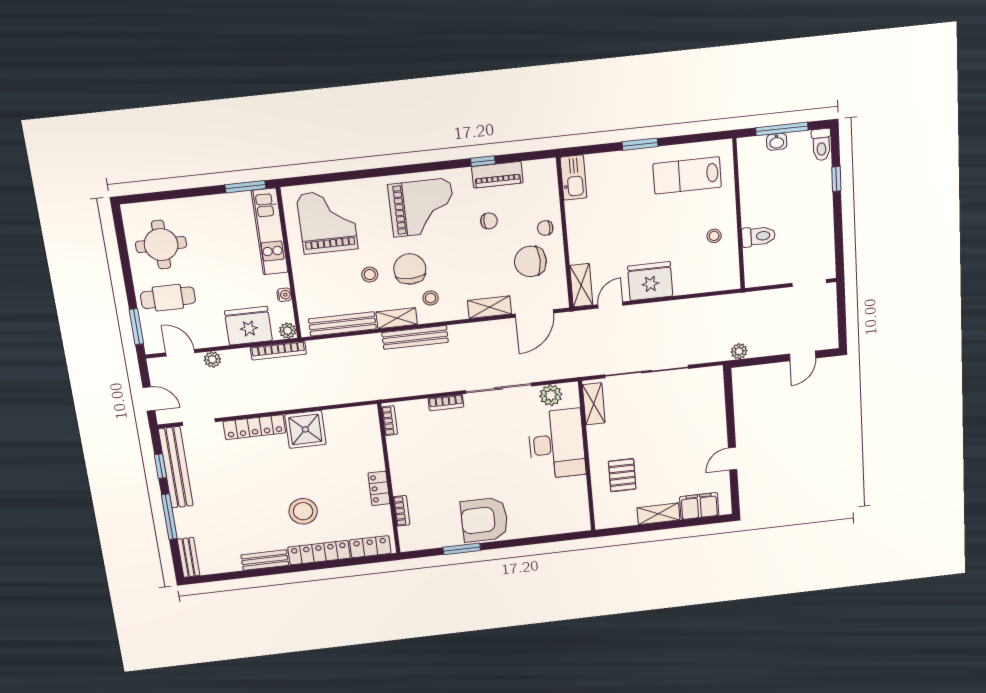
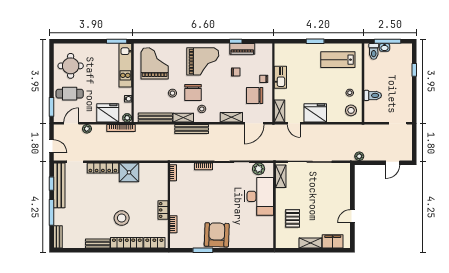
toilet: (821, 145) -> (374, 51), moved
kitchen sink: (574, 178) -> (280, 77), moved
chair: (410, 269) -> (193, 93), turned 180
stool: (718, 269) -> (351, 110), added
door: (610, 305) -> (294, 123), swing flipped
door: (180, 353) -> (71, 123), hinge flipped
armchair: (484, 520) -> (217, 235), turned 92

